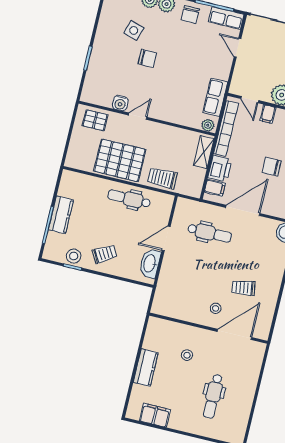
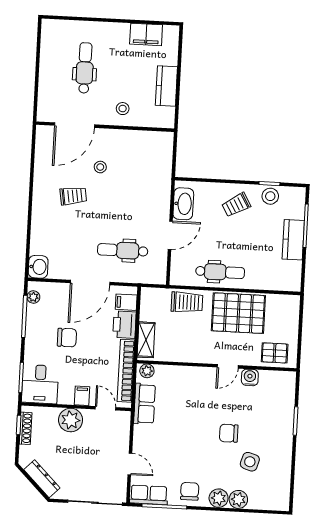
wall: (208, 328) -> (105, 127), moved
door: (234, 334) -> (75, 125), moved

